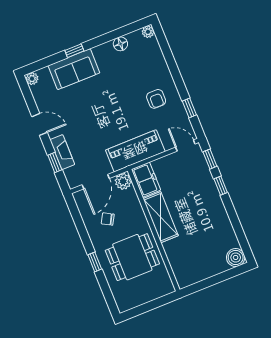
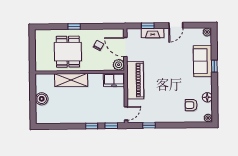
armchair: (156, 99) -> (191, 105), moved
shelving: (161, 217) -> (71, 80), moved
boiler: (236, 257) -> (42, 99), moved

